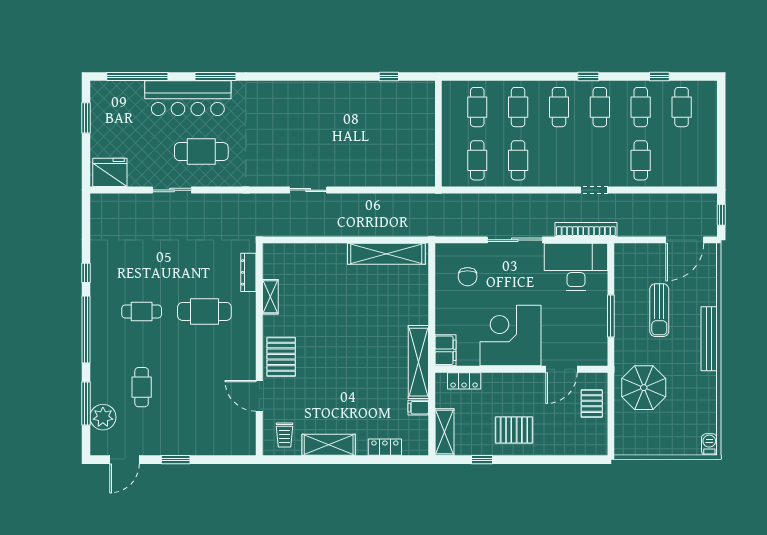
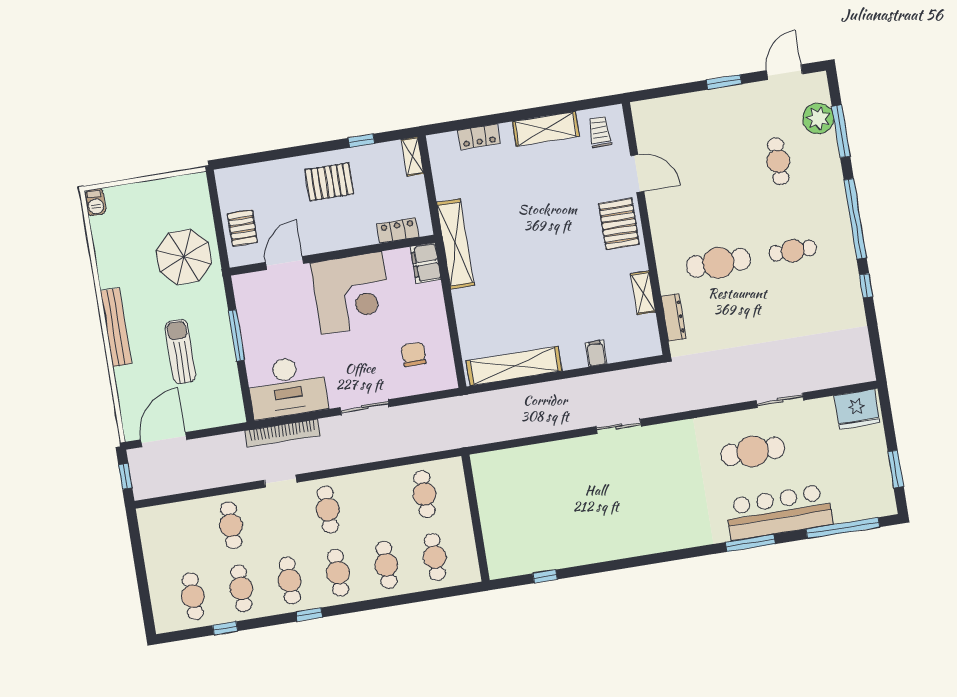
cafe table: (518, 160) -> (328, 510), moved
sliding door: (515, 240) -> (365, 407), width x0.73
filing cabinet: (418, 408) -> (596, 353), moved, turned -90
shelving: (444, 432) -> (412, 156), width x0.67, depth x0.75

